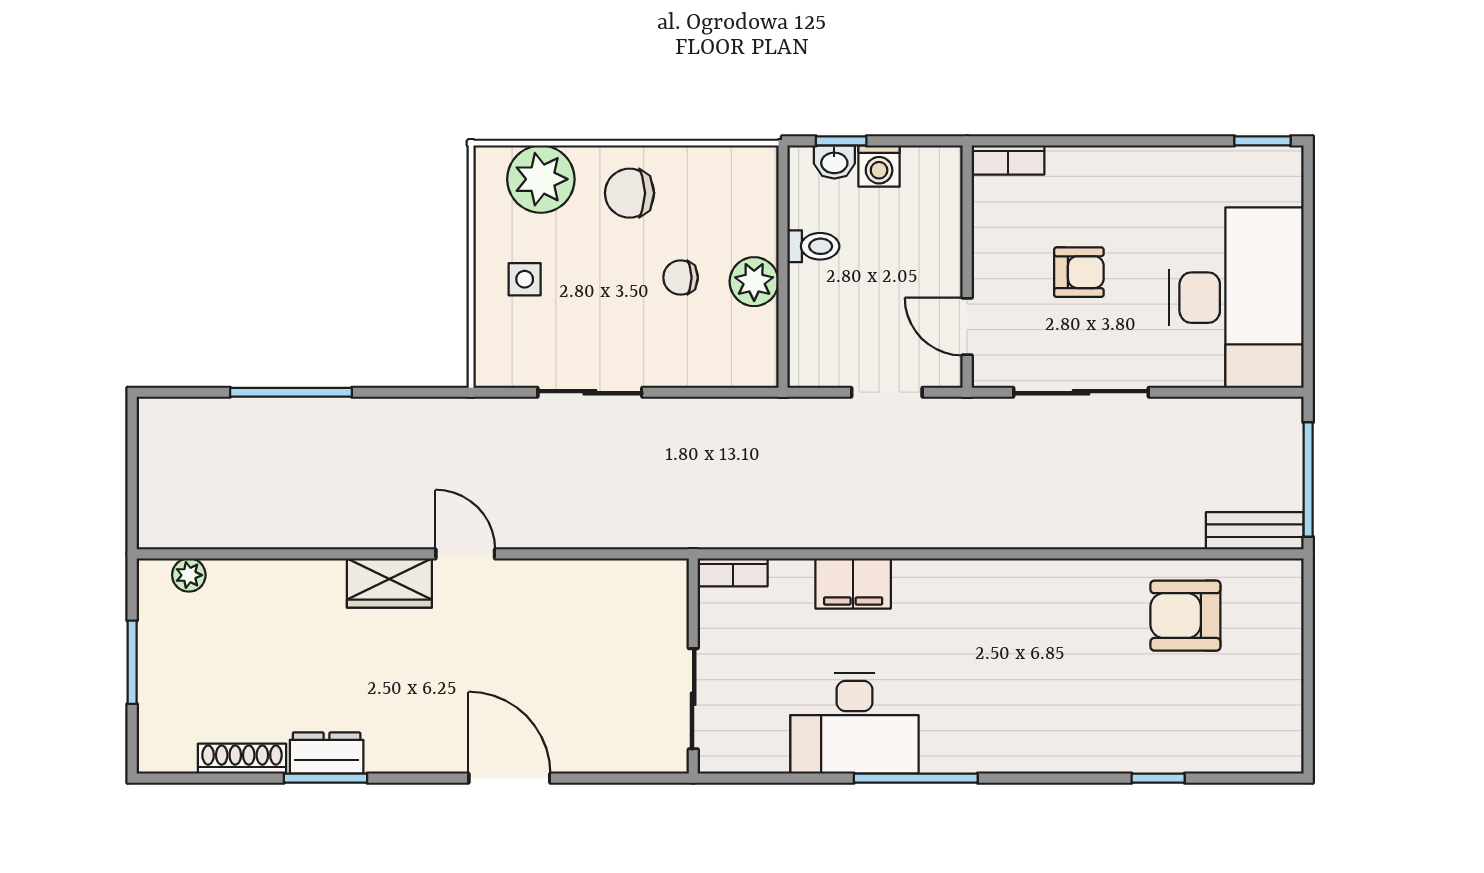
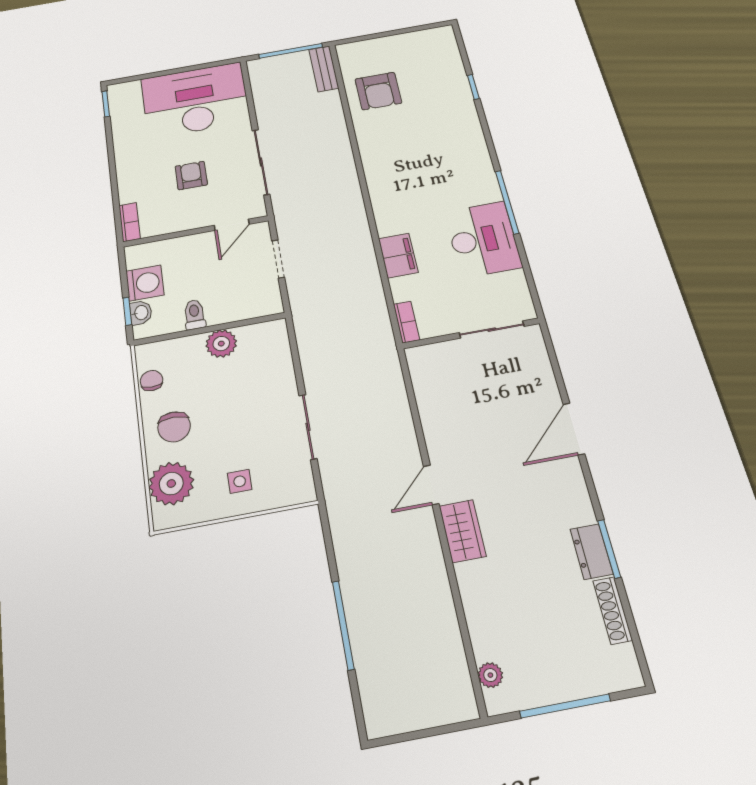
washing machine: (879, 166) -> (145, 283), width x1.38, depth x1.38
chair: (681, 278) -> (152, 381), moved, turned 180
window: (132, 662) -> (565, 706), width x1.44

